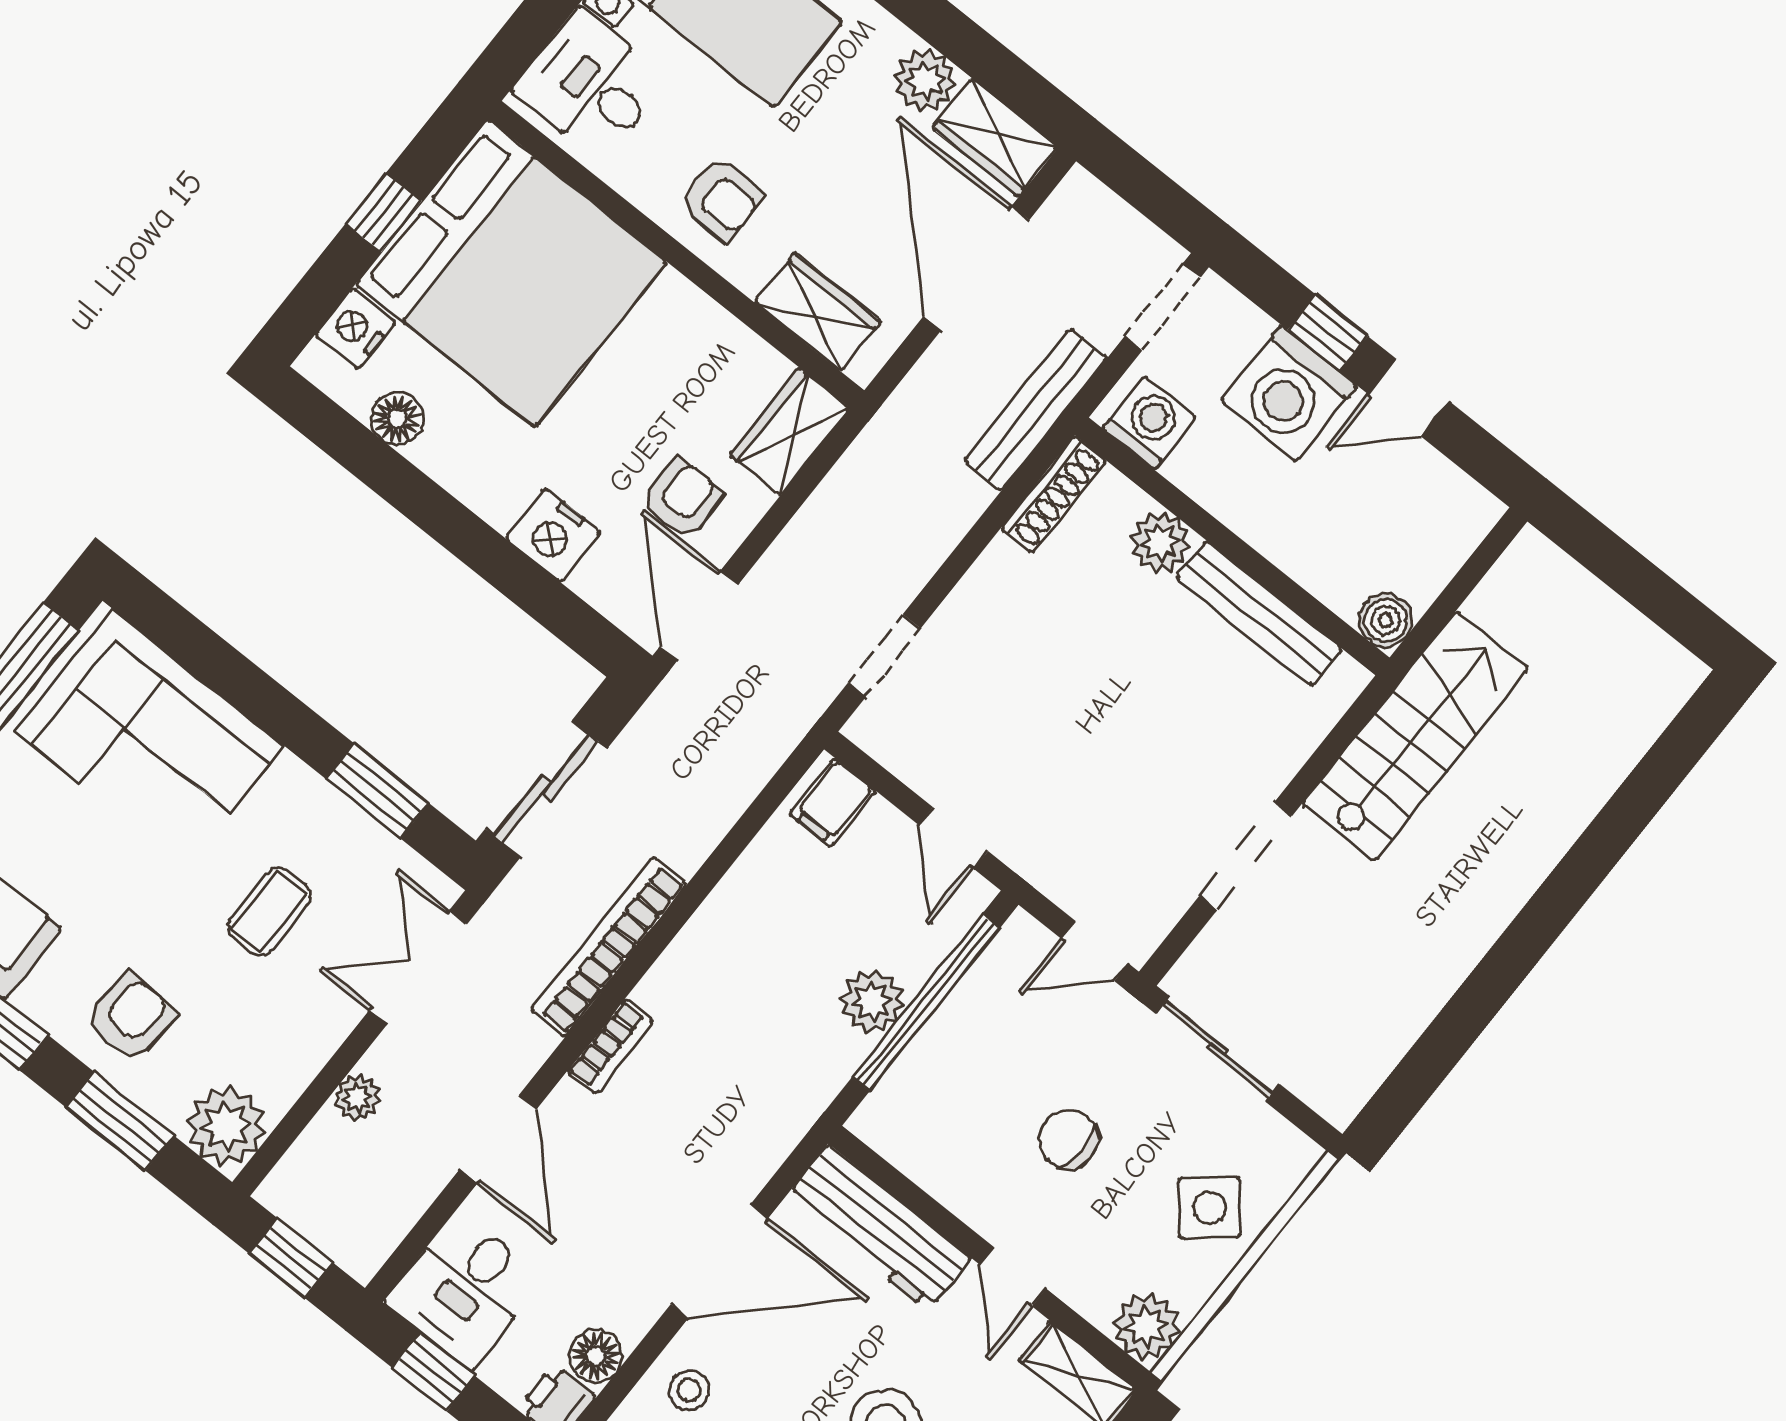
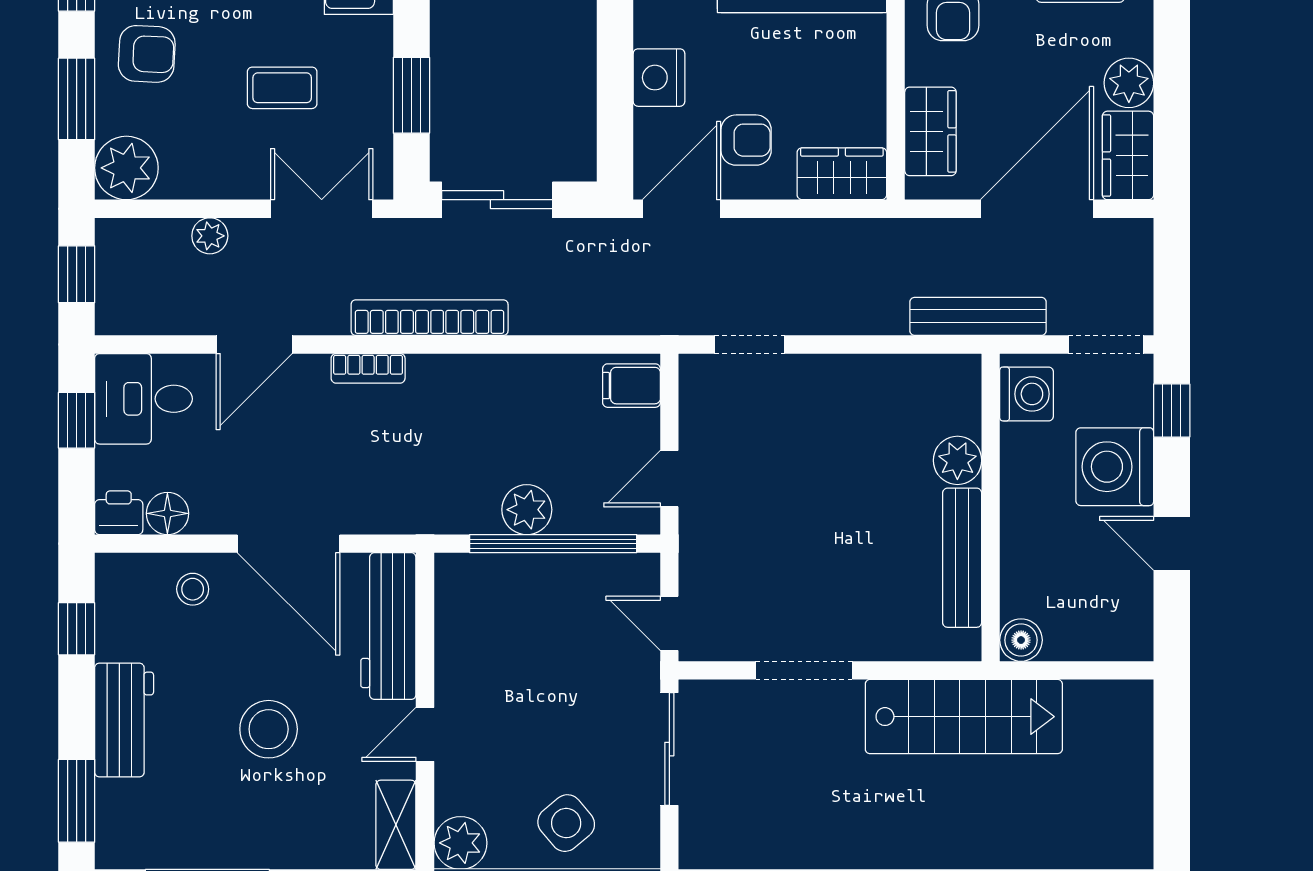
window: (1328, 333) -> (1172, 411), moved
shoe rack: (1053, 494) -> (934, 370), removed
chair: (1068, 1139) -> (539, 701), removed

